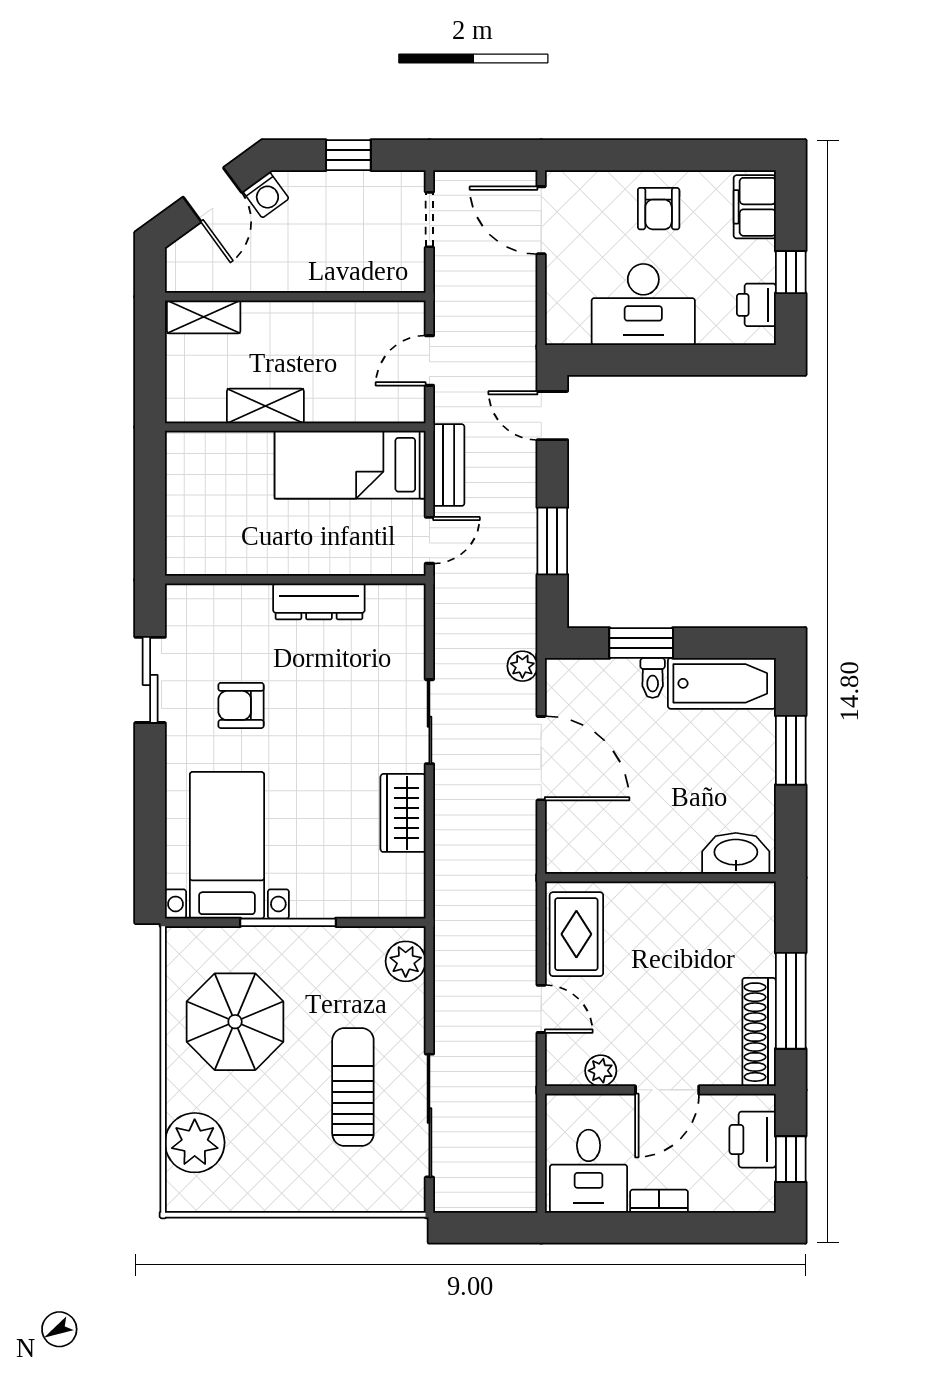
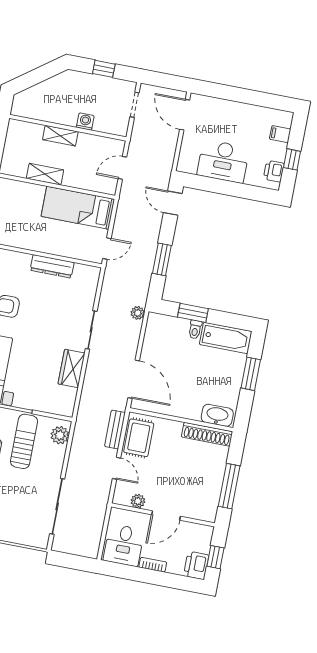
door: (212, 195) -> (39, 75), removed
washing machine: (266, 195) -> (85, 122), moved, turned -144
filing cabinet: (755, 207) -> (280, 134), width x0.50
armchair: (659, 209) -> (238, 120), removed
shelving: (204, 317) -> (60, 136), moved
bench: (449, 465) -> (115, 429), moved
door: (541, 758) -> (134, 379), moved
shoe rack: (759, 1032) -> (207, 434), moved, turned -90
sun lounger: (353, 1087) -> (24, 441), moved
printer: (753, 1140) -> (196, 565), moved

